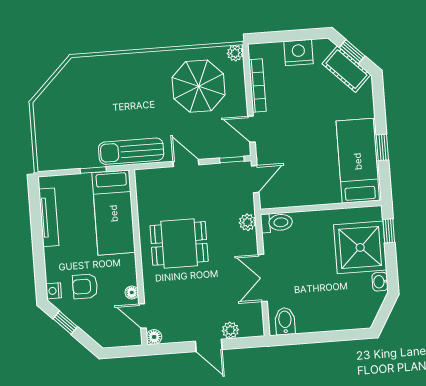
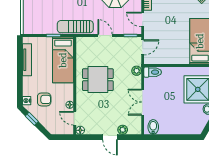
armchair: (85, 286) -> (44, 99), turned 180

